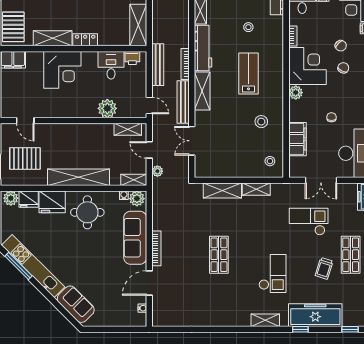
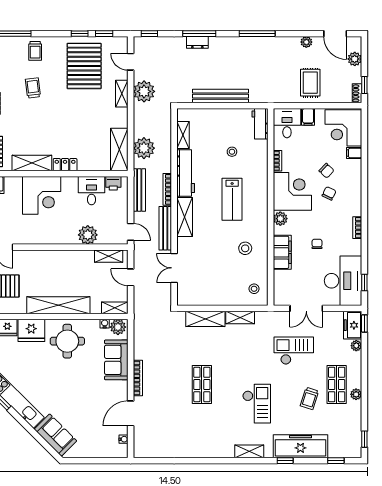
lab bench: (248, 74) -> (232, 199), turned 180
filing cabinet: (297, 139) -> (282, 252), moved
plant: (157, 171) -> (144, 148), moved, width x1.87, depth x1.87
sofa: (135, 238) -> (116, 360), width x0.73

